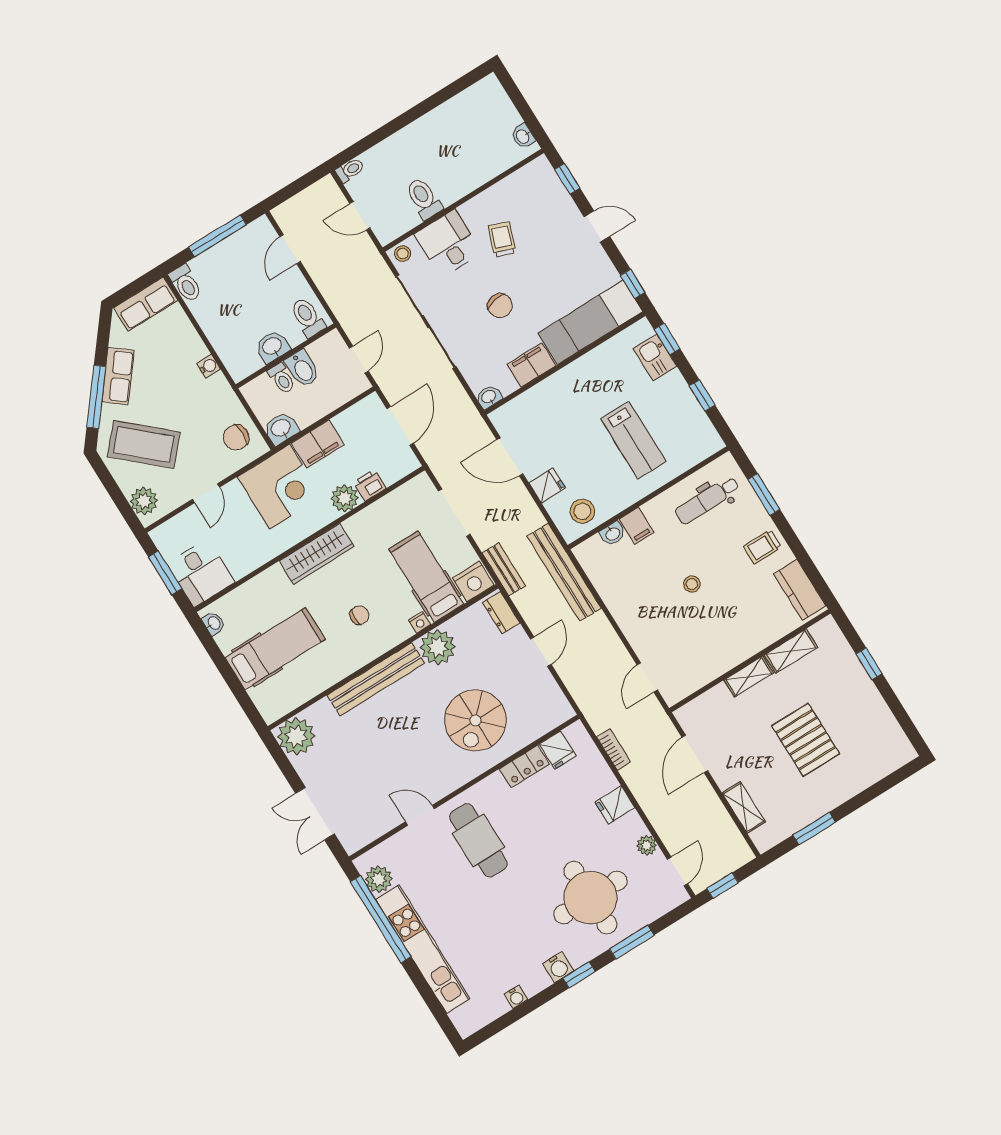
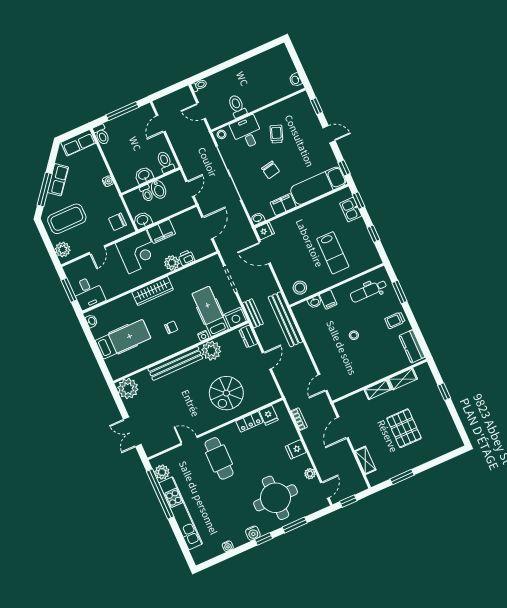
coffee table: (144, 444) -> (67, 219), turned -42
fridge: (547, 485) -> (265, 231), moved

